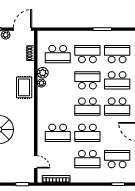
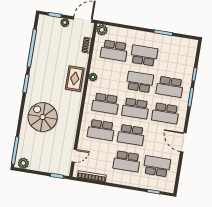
school desk: (117, 54) -> (105, 103), moved, turned 180
plant: (43, 73) -> (102, 30), moved
door: (36, 162) -> (74, 156), hinge flipped

